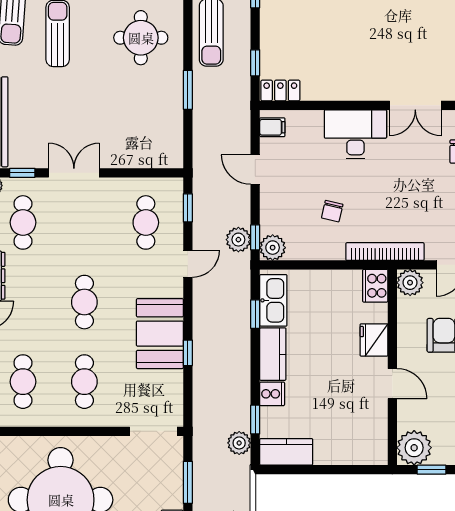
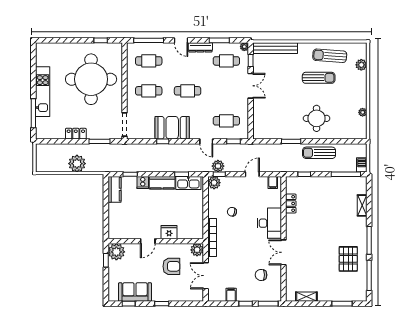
locker: (280, 90) -> (291, 203), moved
cooker: (375, 286) -> (195, 233), removed
plant: (239, 443) -> (119, 166), removed

